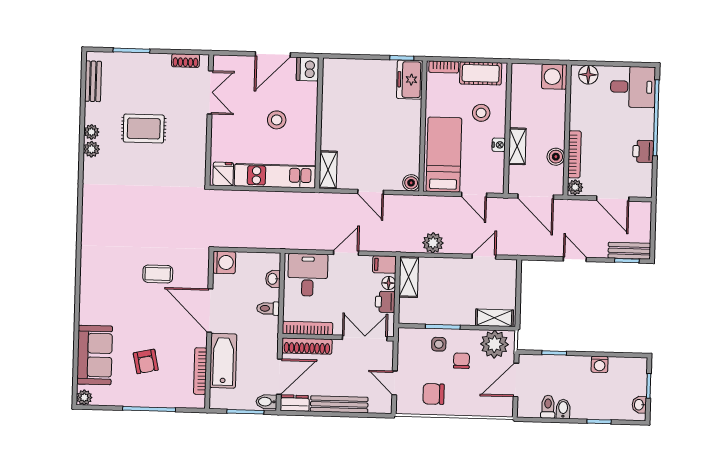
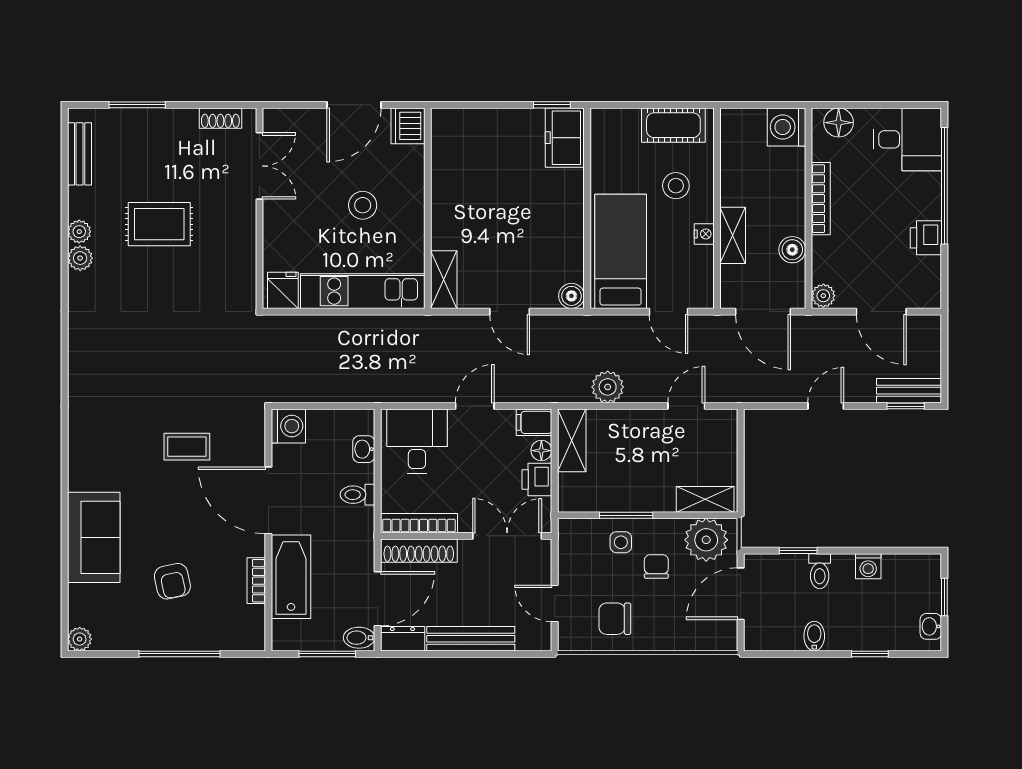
bookcase: (444, 67) -> (617, 117), removed
bookcase: (574, 154) -> (821, 199), moved
door: (575, 259) -> (826, 406), hinge flipped
sofa: (95, 355) -> (94, 537), moved
bookcase: (200, 371) -> (256, 581), width x0.64
toilet: (548, 407) -> (820, 571), moved, turned 180

